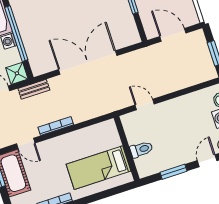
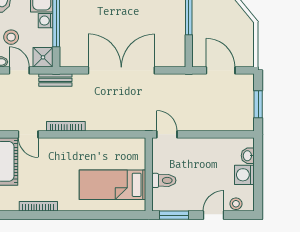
wall: (127, 148) -> (149, 174), moved
toilet: (141, 149) -> (164, 180), moved
bed: (98, 168) -> (113, 185), moved

